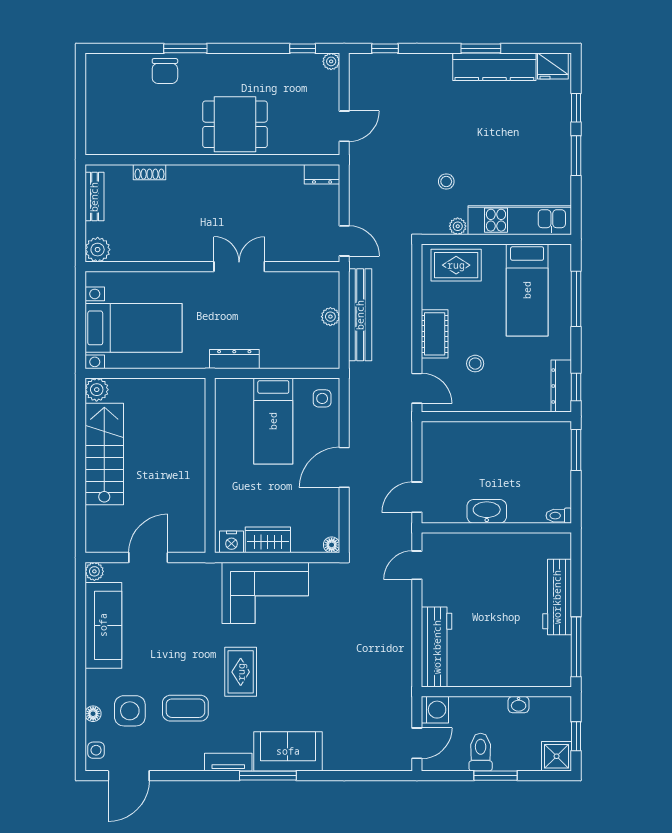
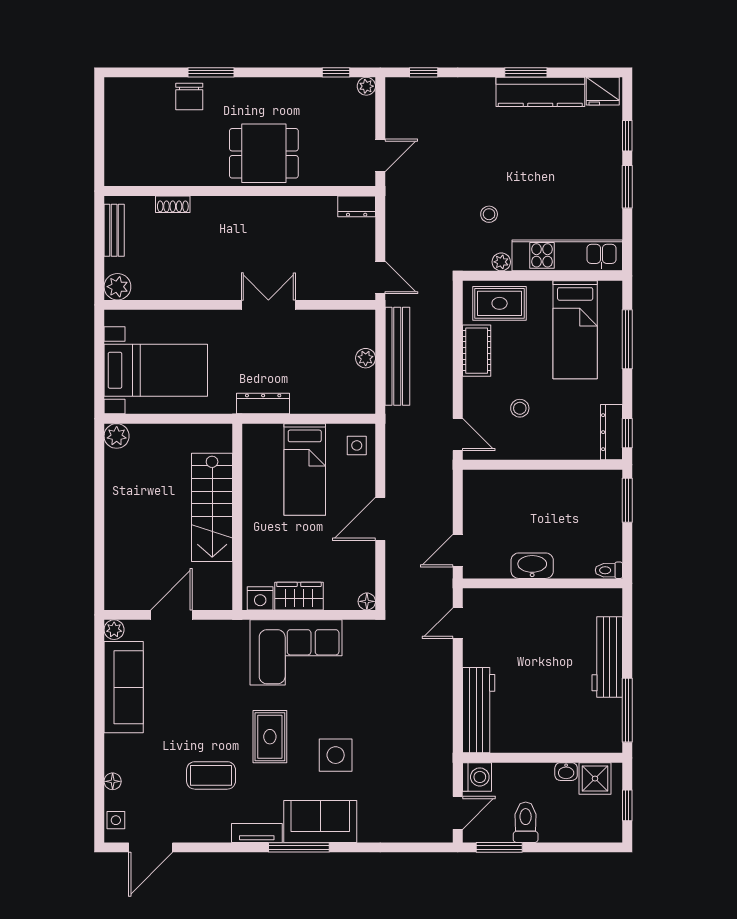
cot: (435, 334) -> (477, 351), moved
stairs: (104, 454) -> (212, 507), moved, turned 180
side table: (130, 711) -> (336, 755), moved
shower: (557, 756) -> (595, 779), moved
window: (496, 776) -> (499, 847), moved

